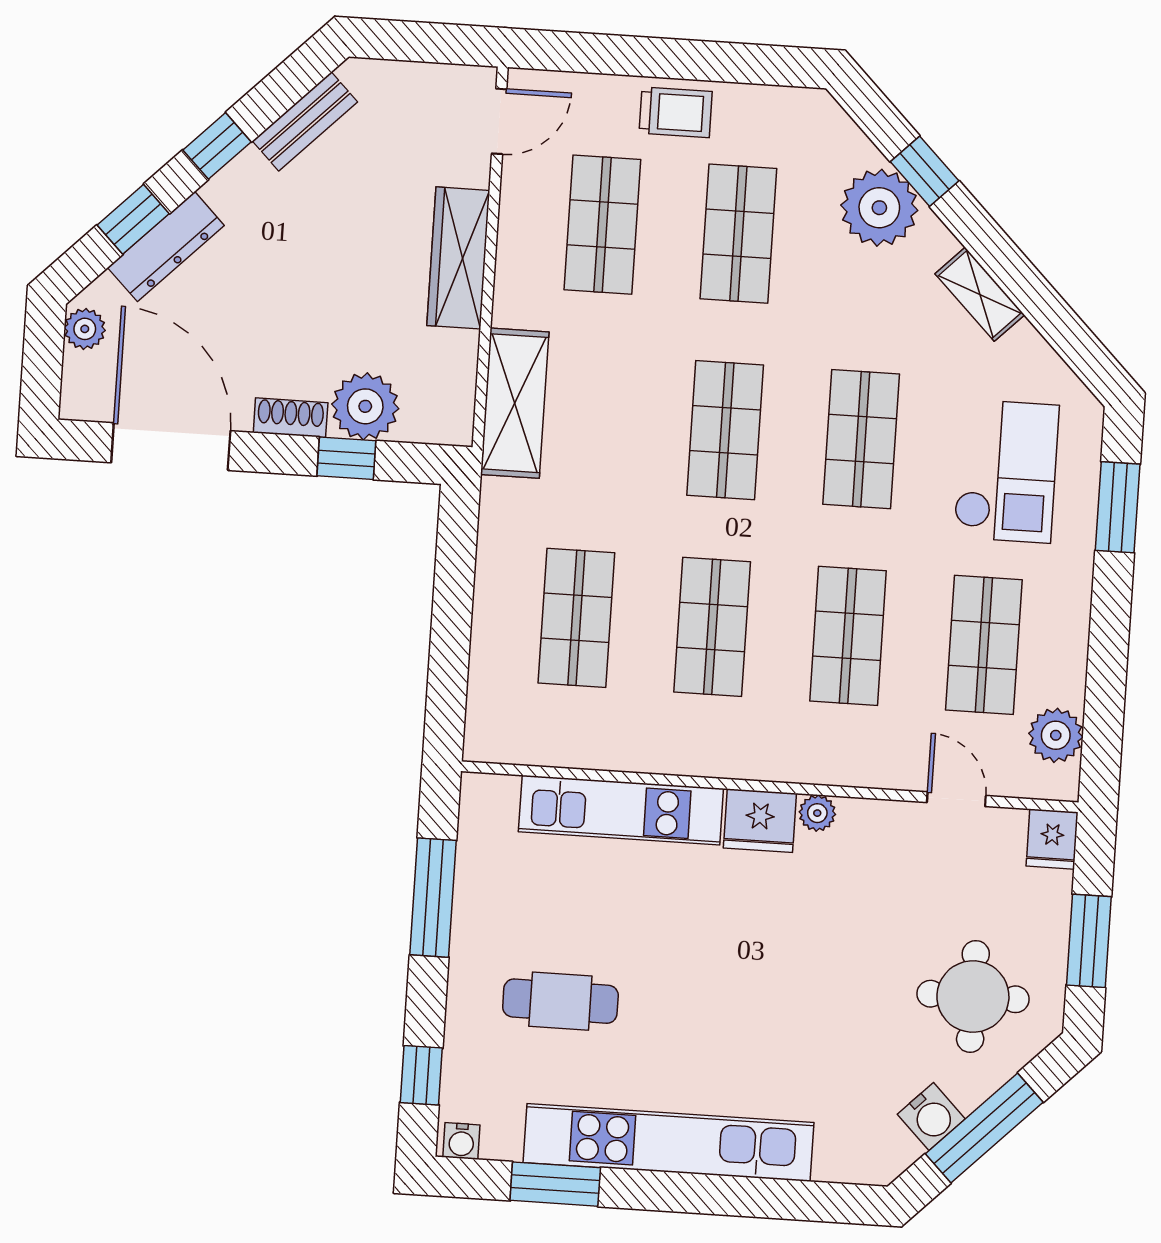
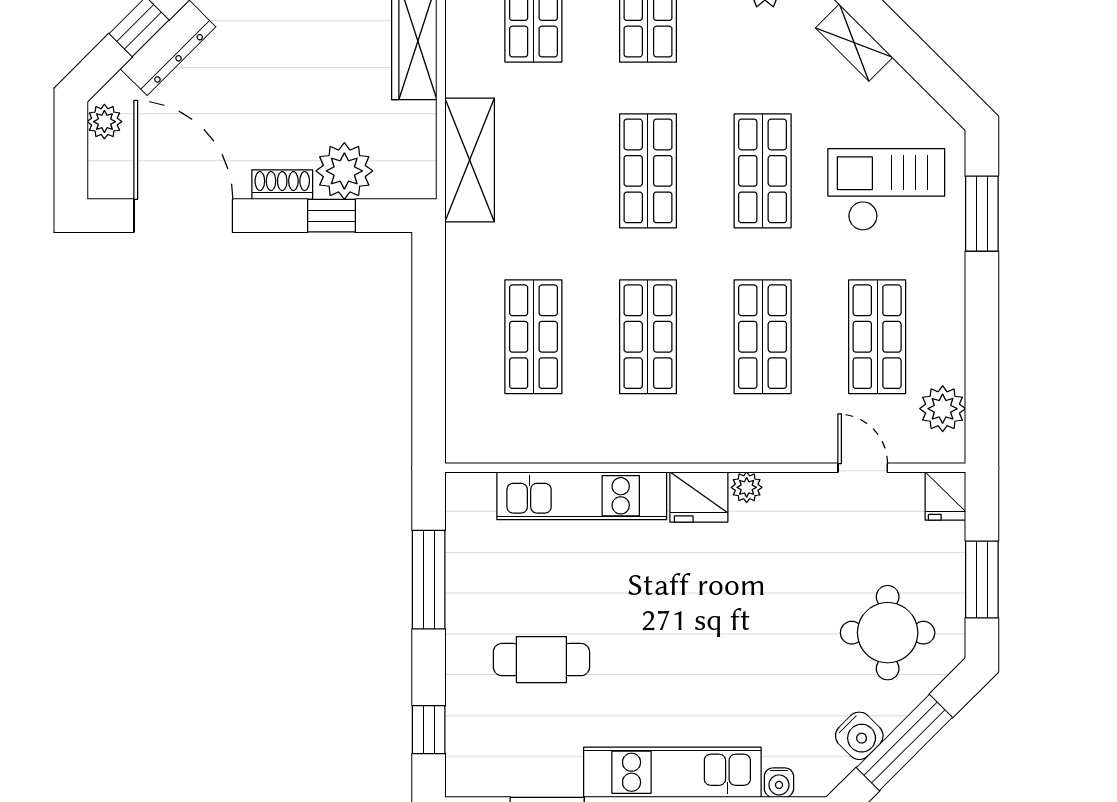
checkout: (1006, 471) -> (886, 190), turned -90
water cooler: (461, 1141) -> (779, 783), moved
kitchen unit: (668, 1142) -> (672, 772), width x0.73

